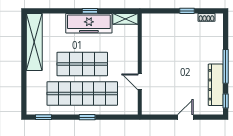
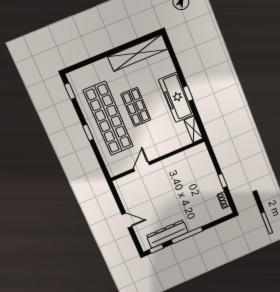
shop shelf: (82, 64) -> (136, 107), width x0.70, depth x0.74

